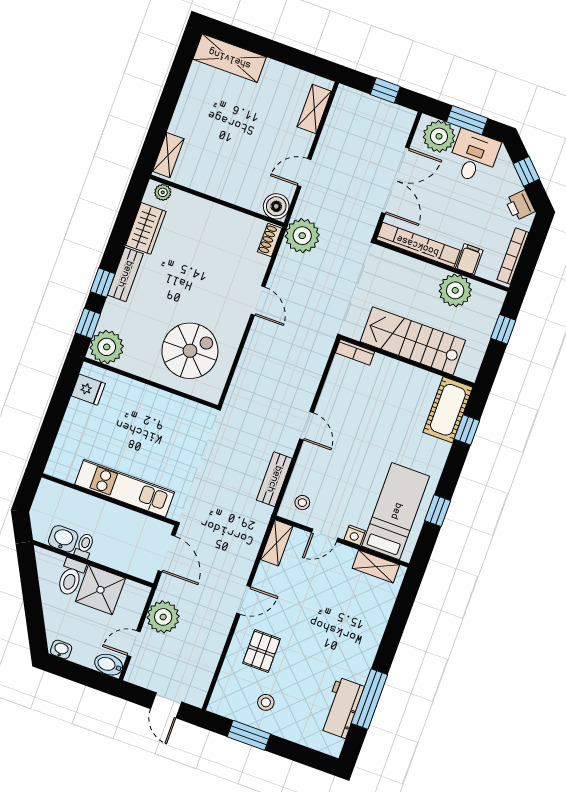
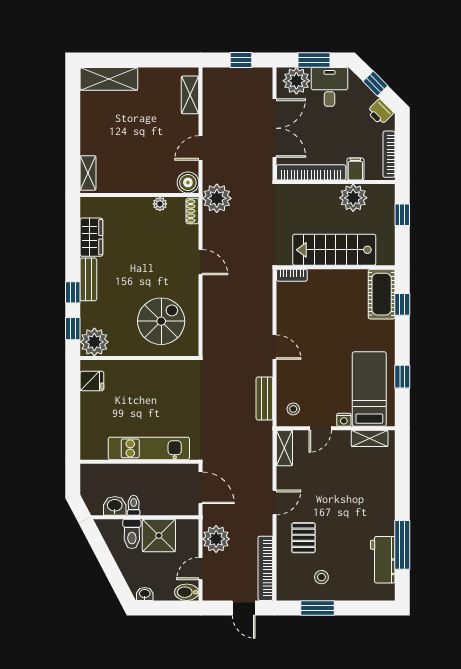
plant: (163, 192) -> (160, 204), moved
bookcase: (207, 670) -> (265, 568), added

